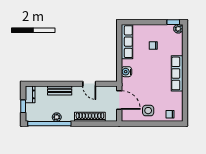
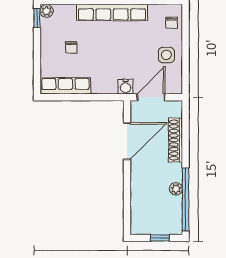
water cooler: (126, 72) -> (126, 87), moved
row of seats: (177, 73) -> (112, 12), width x1.36
door: (89, 84) -> (127, 141), width x1.88
bench: (60, 90) -> (137, 184), removed
dresser: (30, 94) -> (143, 228), removed

